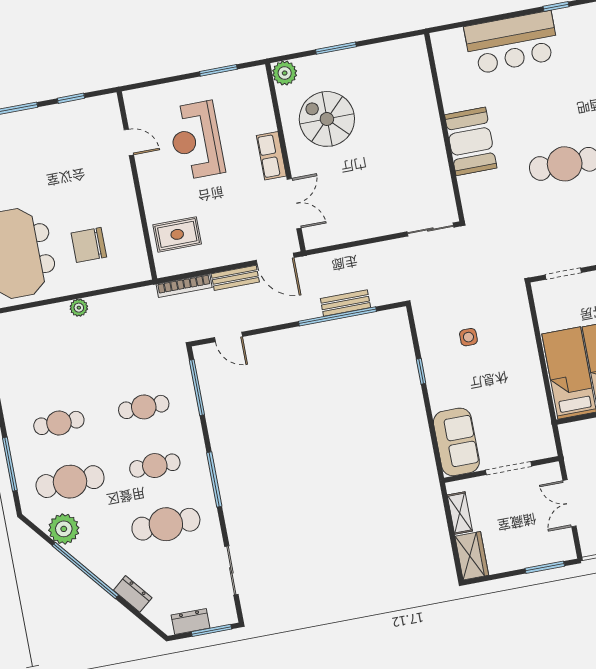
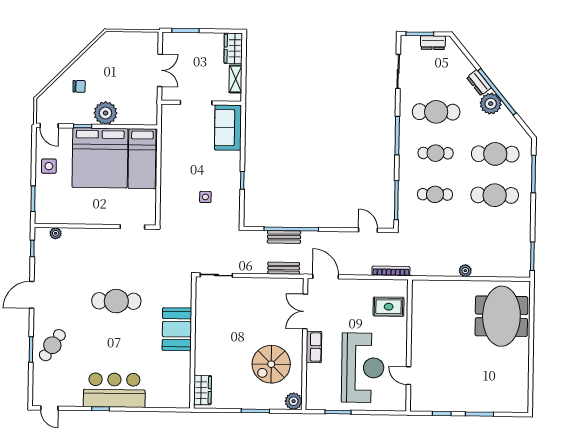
bar counter: (512, 43) -> (114, 390), moved
wardrobe: (417, 63) -> (203, 390), added
spiral stairs: (327, 119) -> (271, 364), turned 90
reception desk: (196, 140) -> (363, 368), width x1.36, depth x1.30
chair: (89, 245) -> (450, 312), removed
bench: (235, 278) -> (284, 268), moved
cafe table: (59, 423) -> (495, 195), width x1.37, depth x1.35
plant: (64, 529) -> (491, 104), moved
dresser: (133, 594) -> (479, 83), moved

